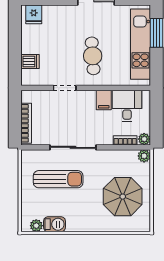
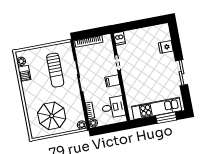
fridge: (34, 14) -> (166, 47), moved
cafe table: (93, 56) -> (143, 78), removed
dishwasher: (30, 61) -> (119, 38), moved
filing cabinet: (104, 100) -> (112, 81), moved

